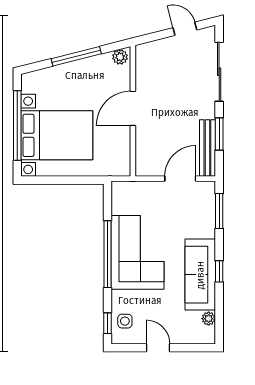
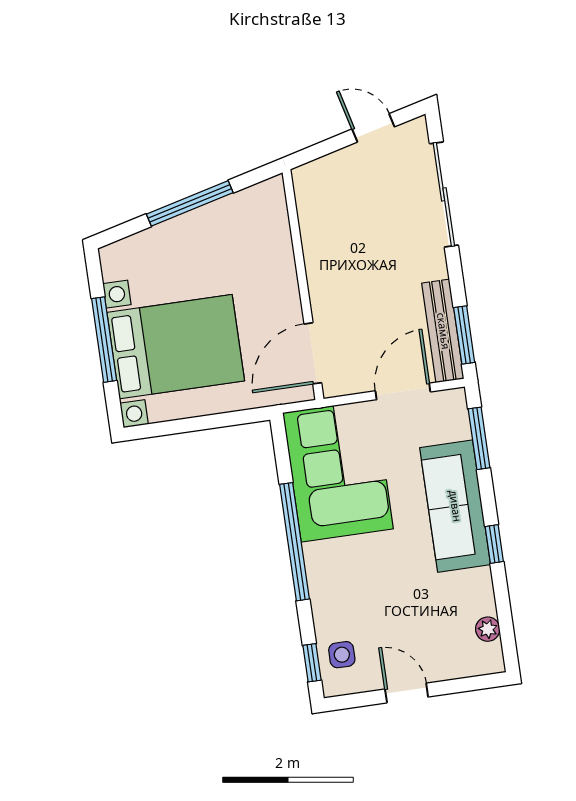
plant: (120, 57) -> (267, 193), removed
door: (133, 108) -> (313, 353), moved
window: (17, 126) -> (104, 340), width x0.68
window: (219, 134) -> (464, 335), moved
corner sofa: (138, 252) -> (338, 471), moved
sofa: (200, 275) -> (455, 506), moved

